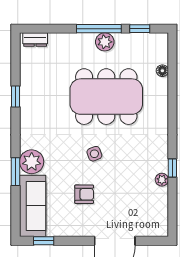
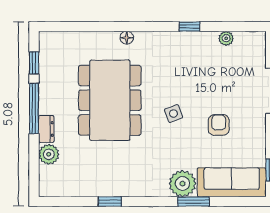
dresser: (35, 40) -> (46, 129), moved
plant: (105, 42) -> (49, 154), moved
floor lamp: (162, 71) -> (127, 38), moved
plant: (162, 180) -> (226, 38), moved

